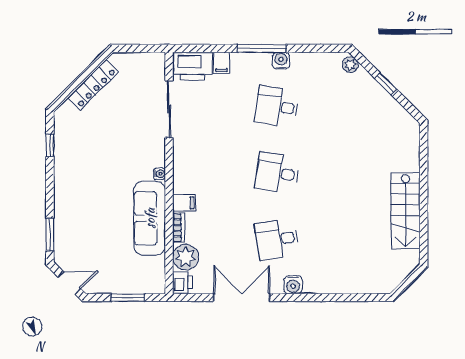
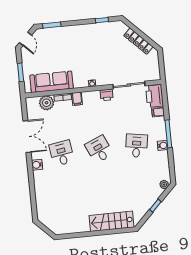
desk: (277, 173) -> (99, 149), turned -33
stairs: (406, 211) -> (111, 221), moved
sofa: (150, 218) -> (52, 82), moved
printer: (182, 282) -> (107, 95), moved

